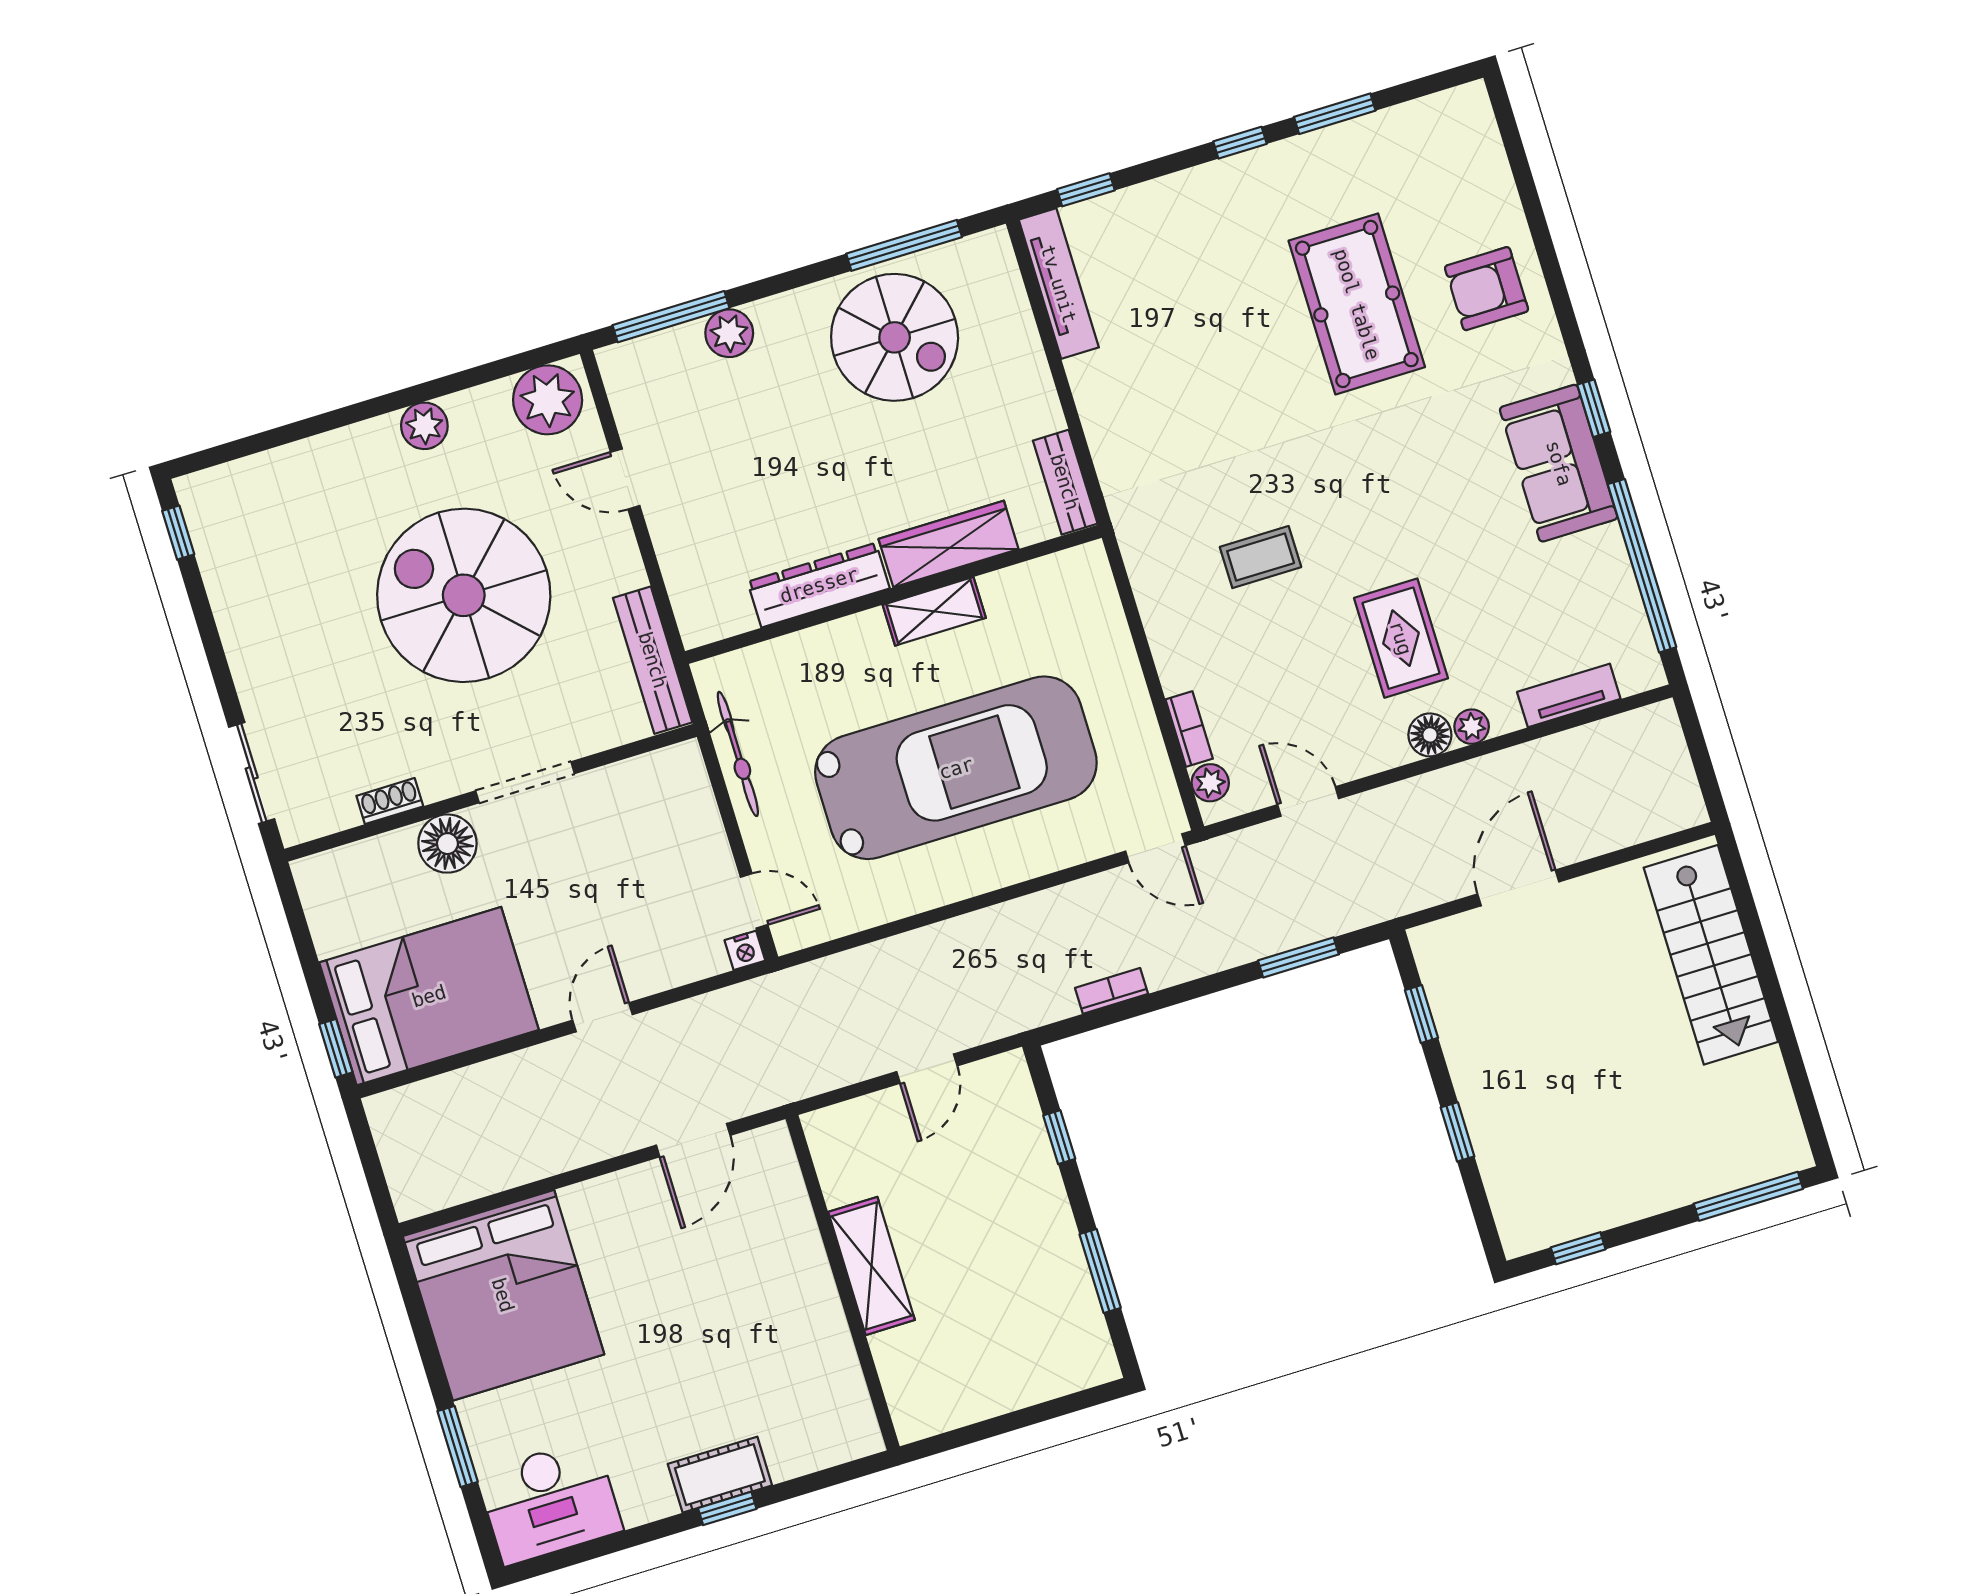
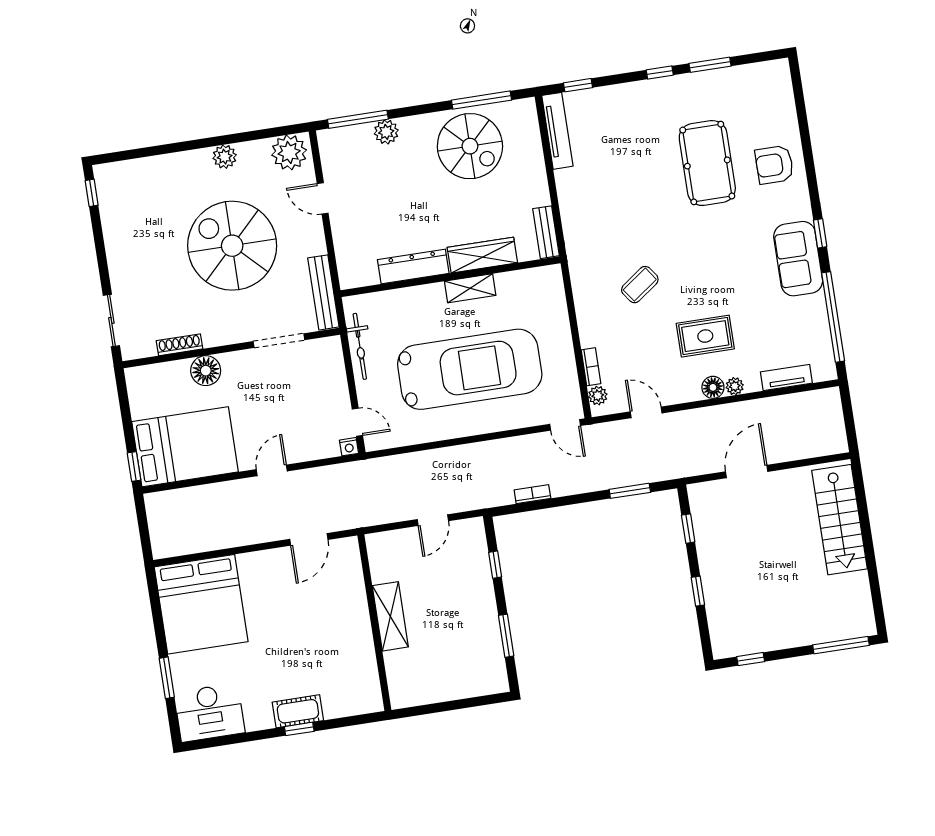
coffee table: (1261, 557) -> (640, 285), turned -36
rug: (1401, 638) -> (705, 336), turned 90
doorway: (525, 782) -> (279, 341), moved
shoe rack: (390, 801) -> (180, 345), width x1.43

